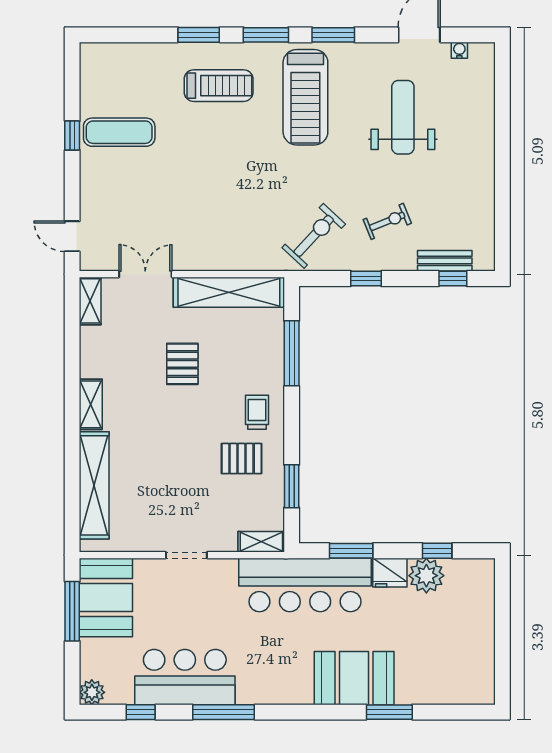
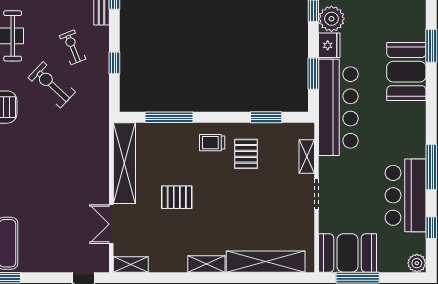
exercise bike: (314, 236) -> (52, 85), moved
shelving: (261, 542) -> (307, 156), moved

